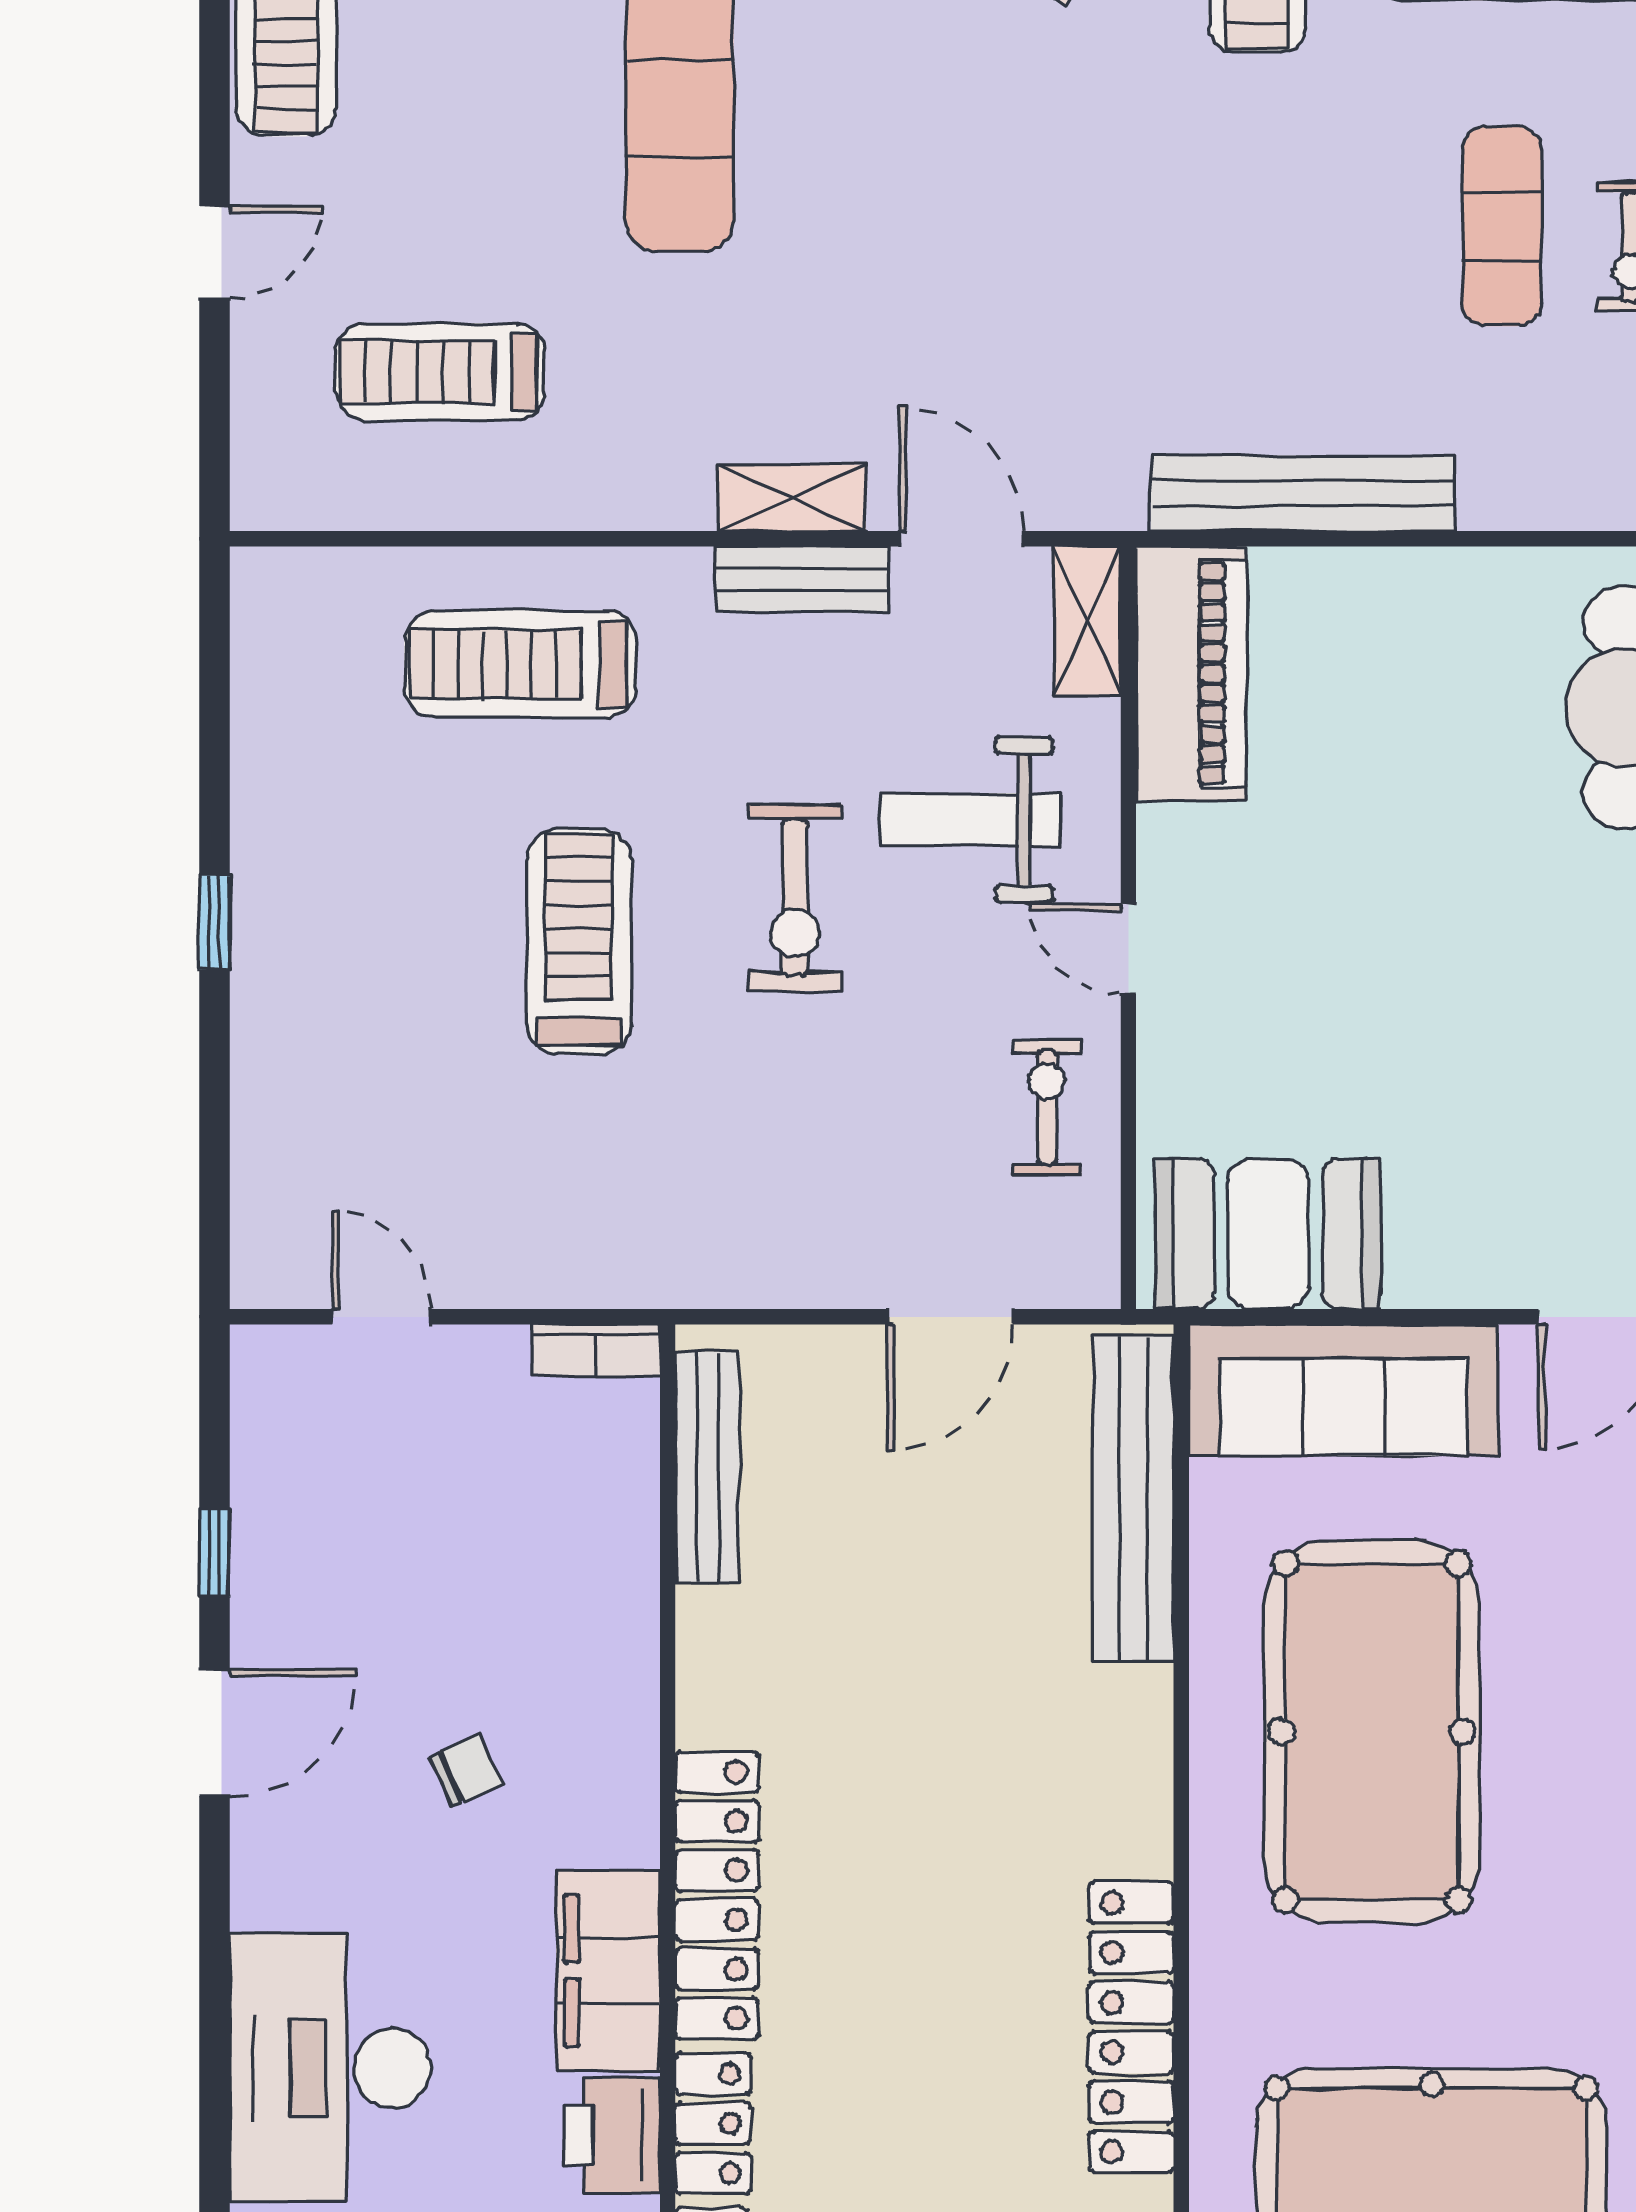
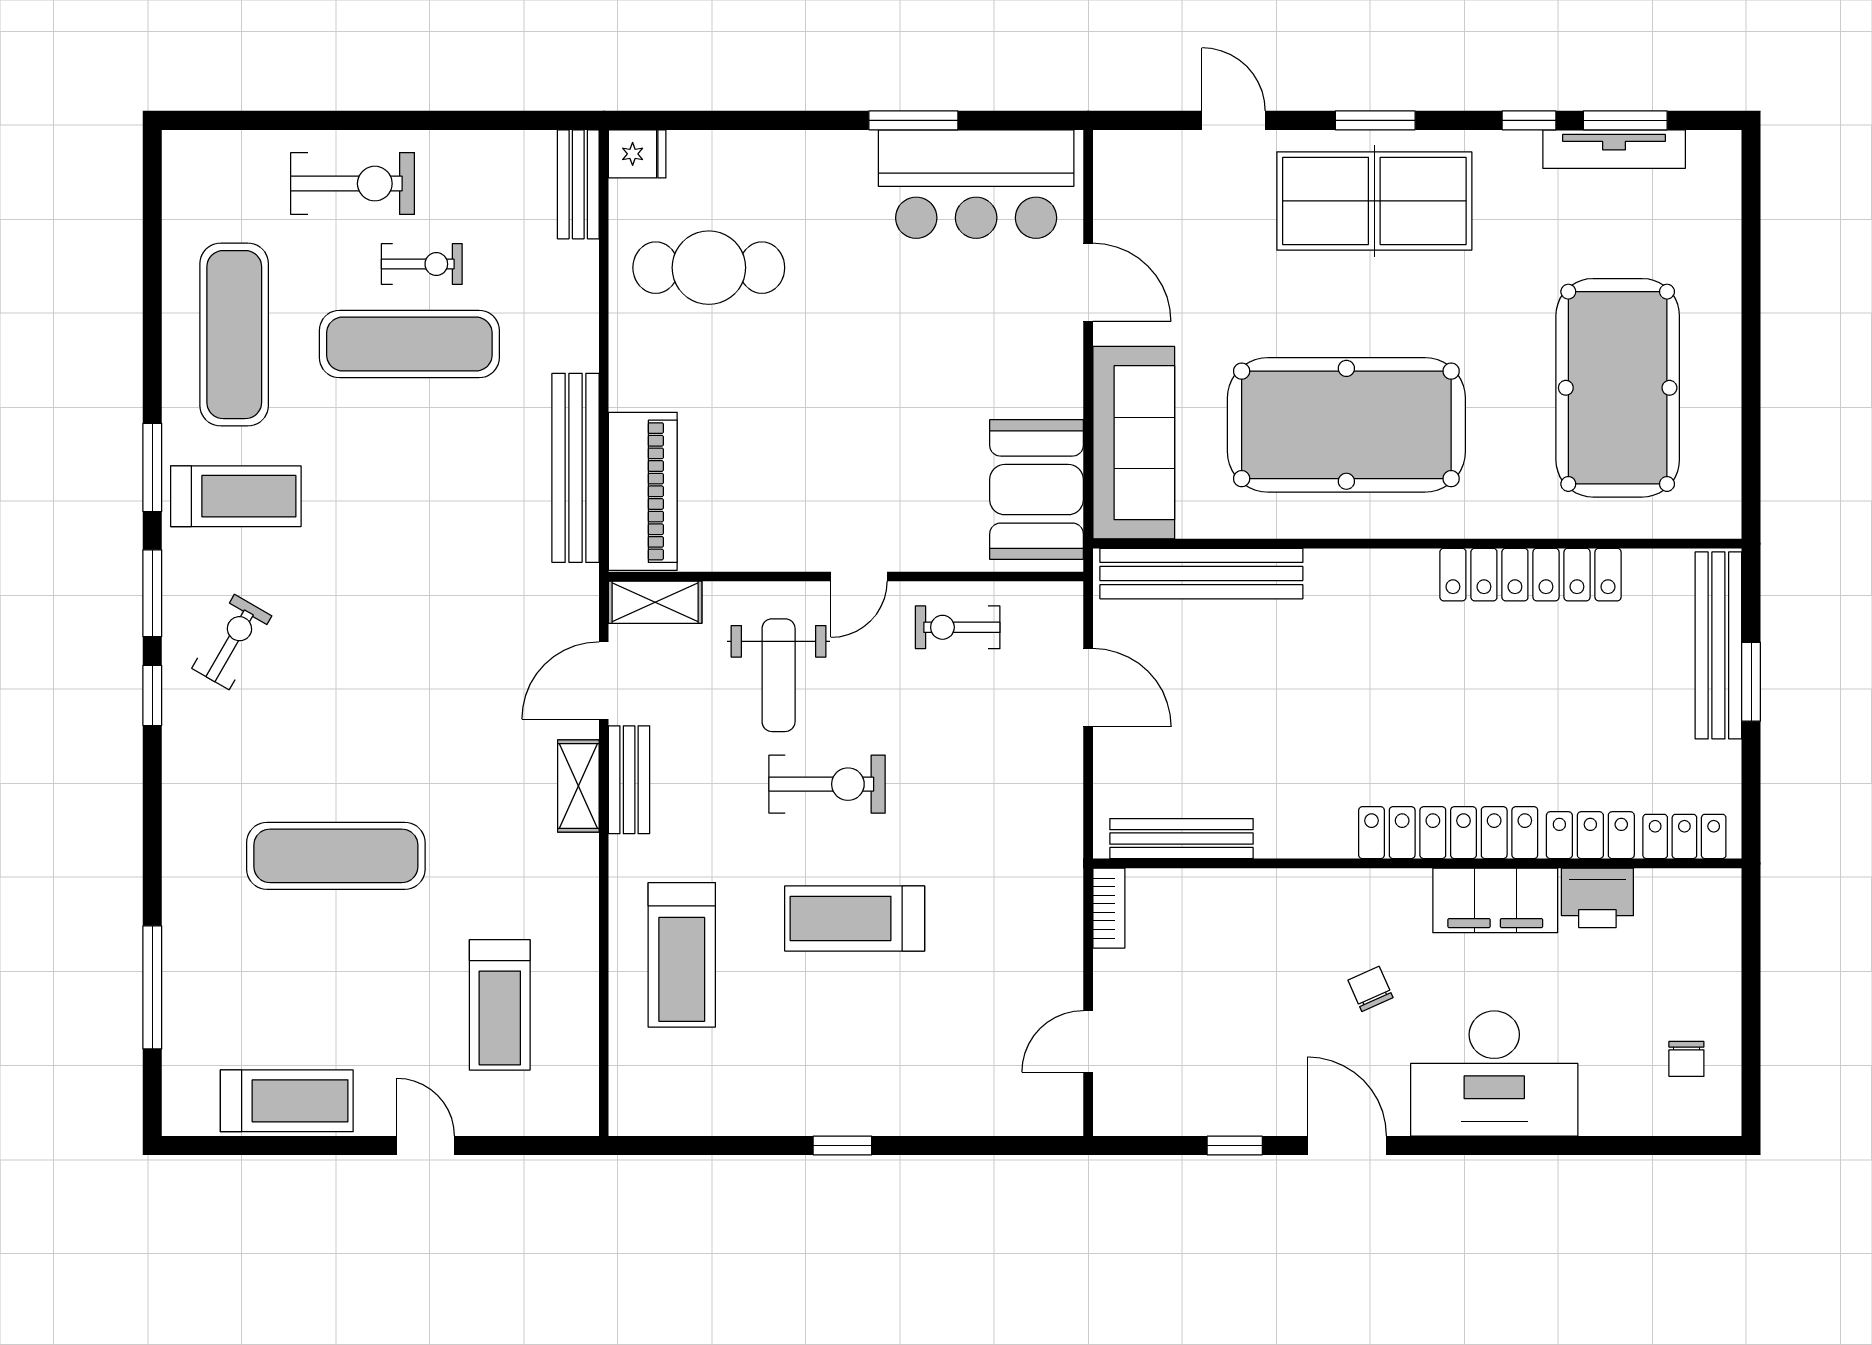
exercise mat: (1502, 226) -> (409, 344), width x1.36, depth x1.45
piano: (1191, 673) -> (643, 491), moved, turned 90
desk: (330, 2068) -> (1494, 1073), moved

